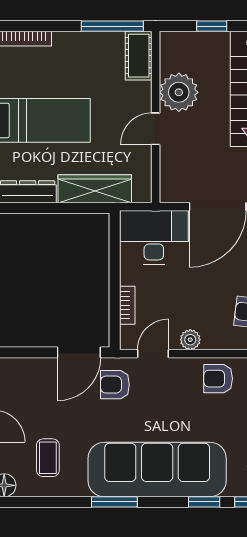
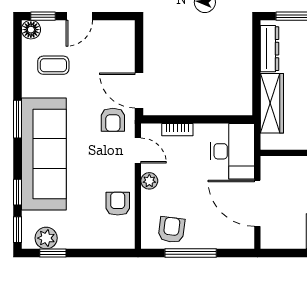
armchair: (115, 385) -> (113, 120), turned 180

